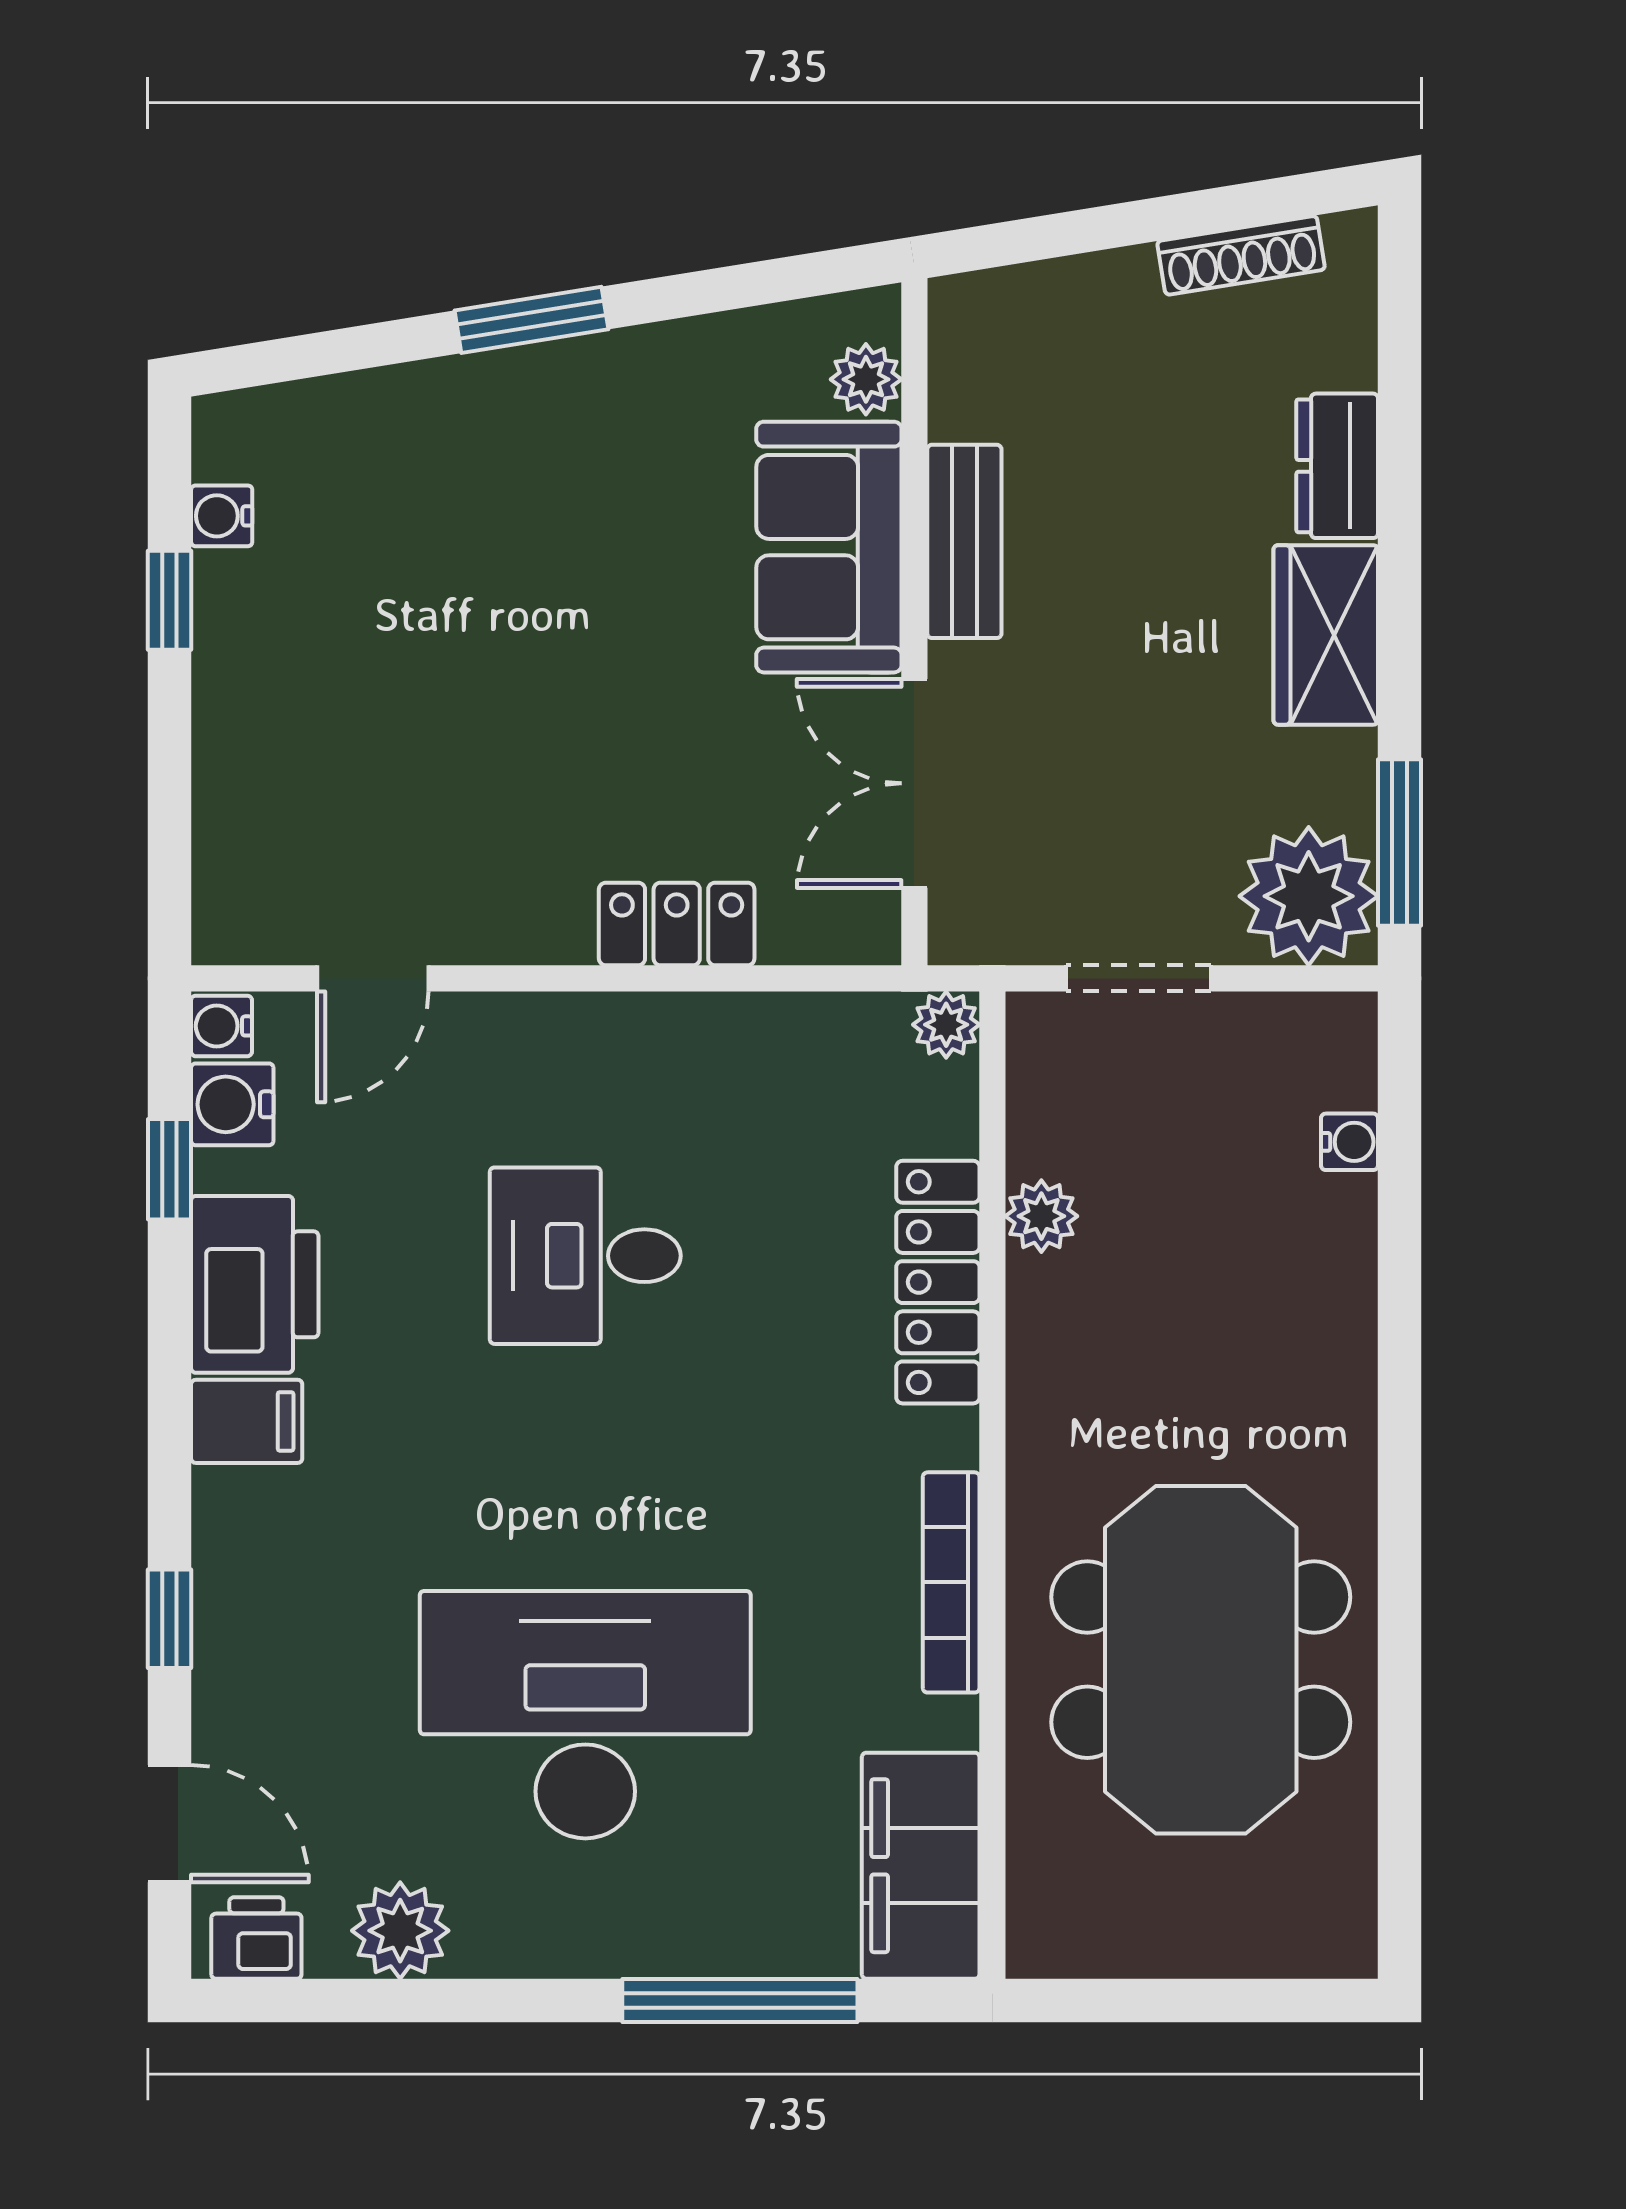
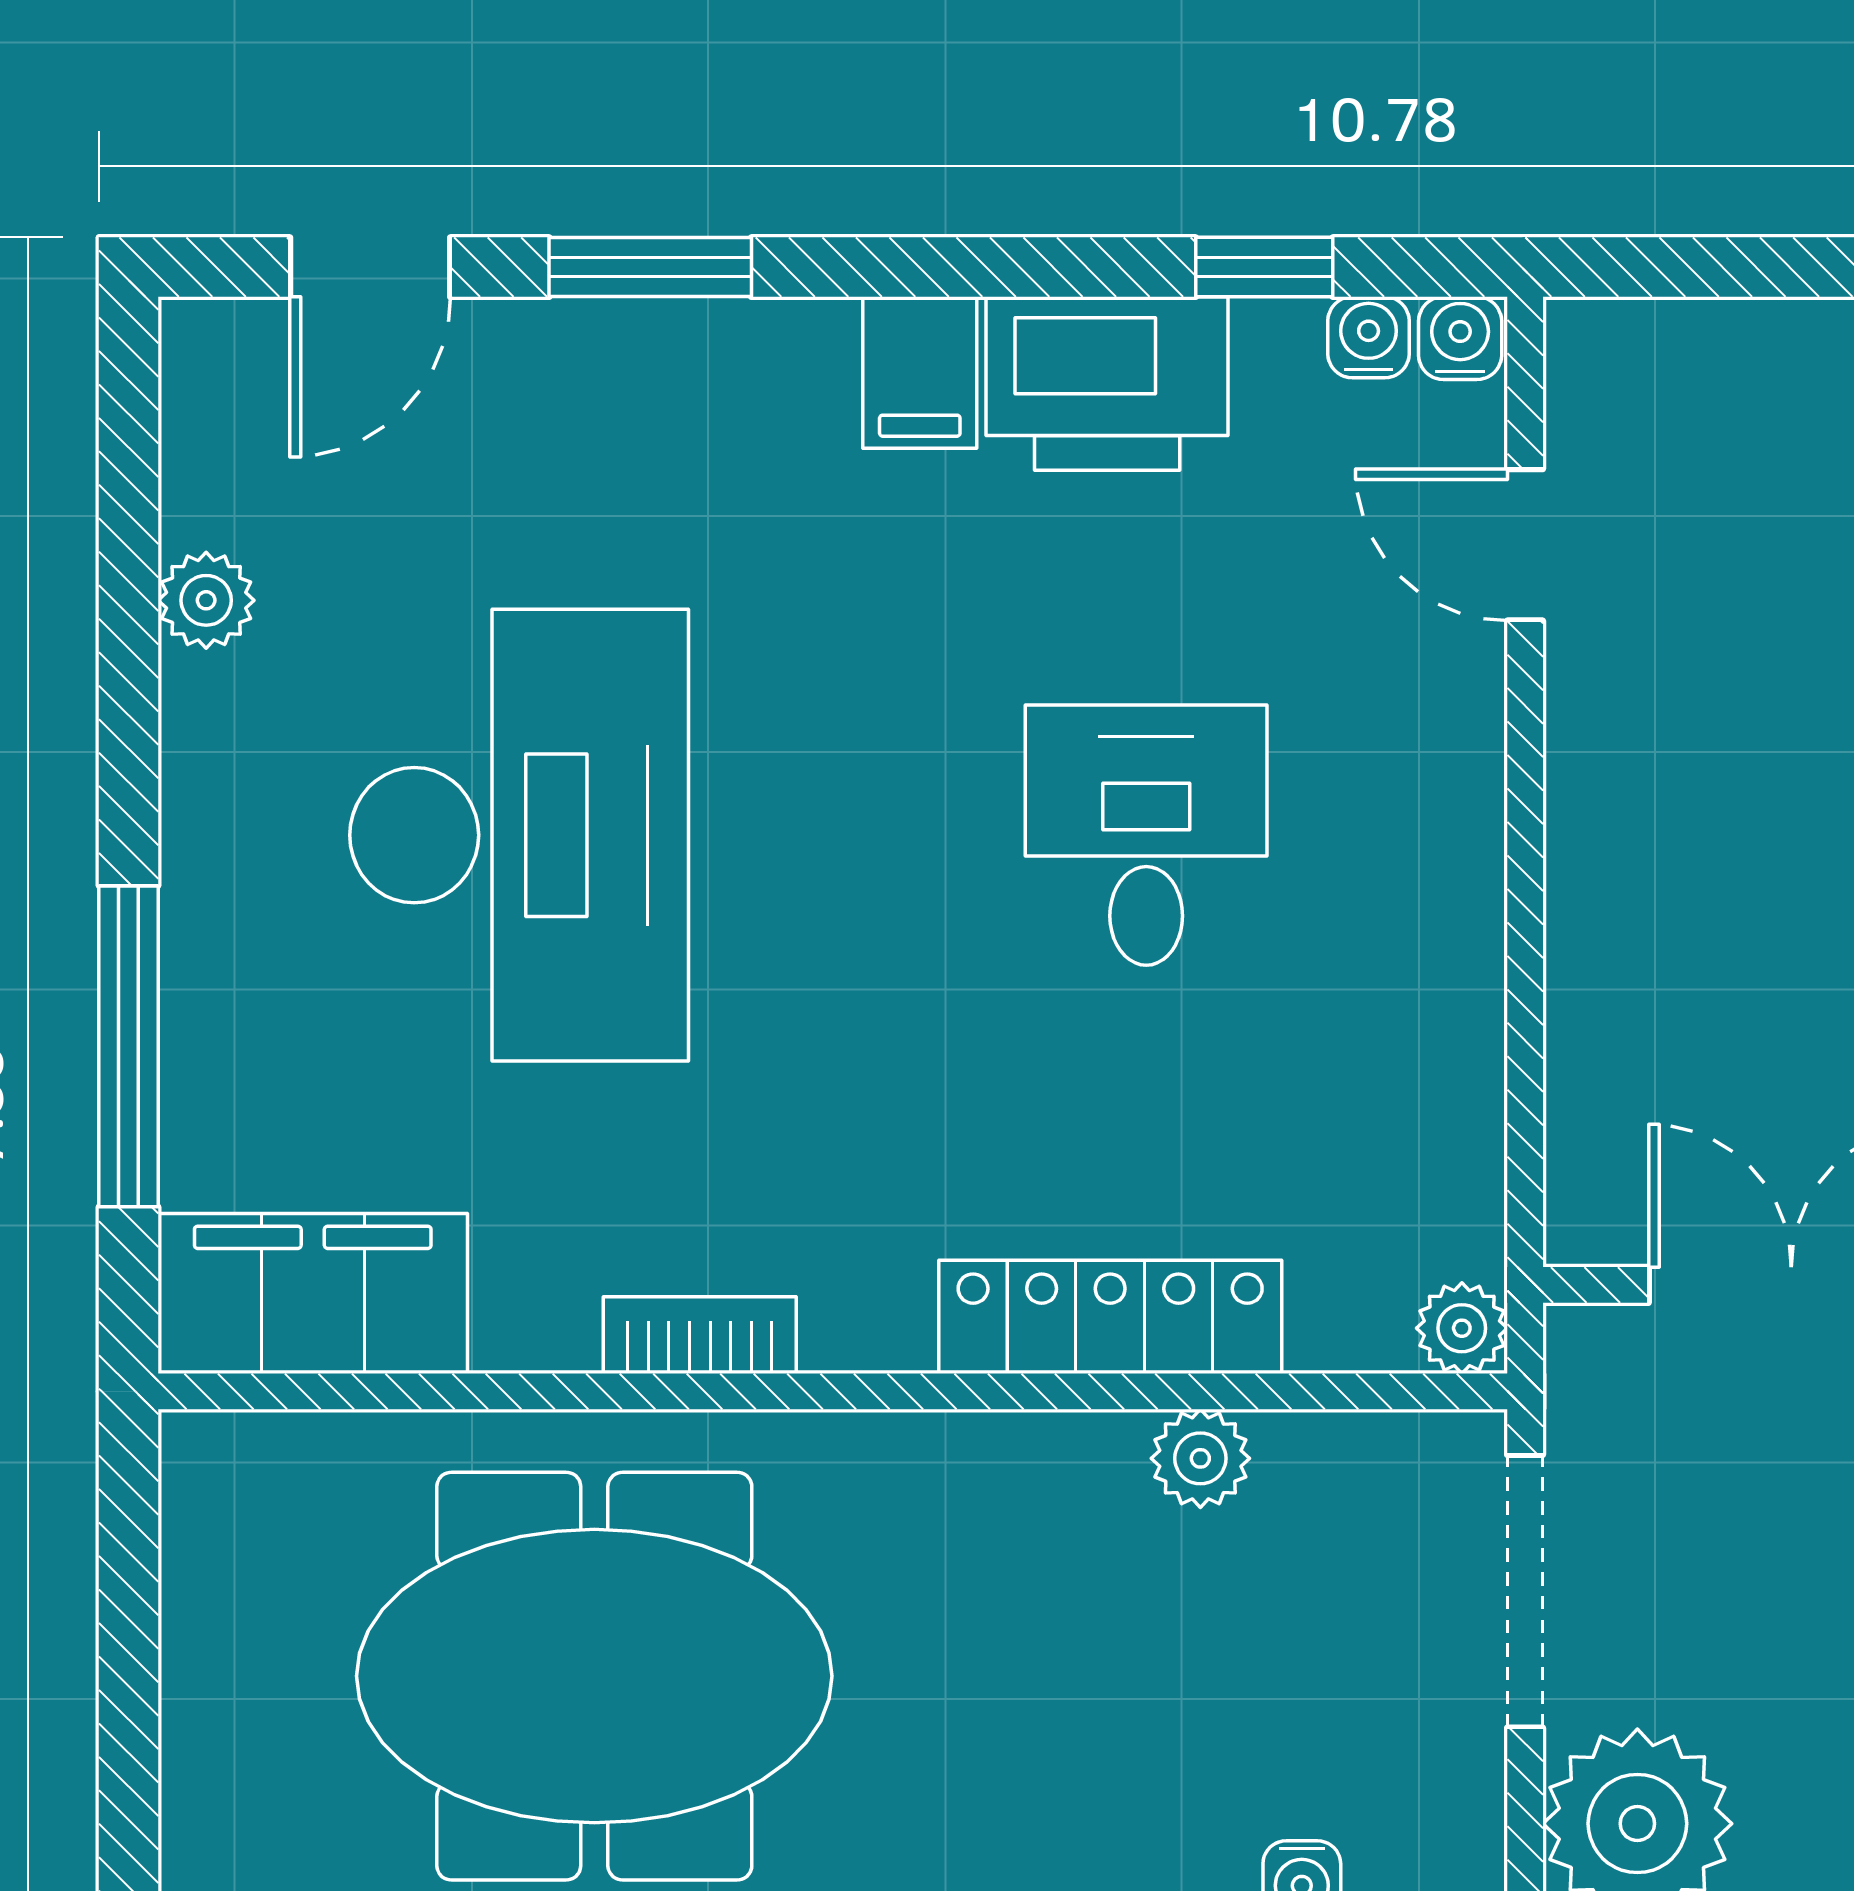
locker: (677, 924) -> (1599, 960), removed
doorway: (1139, 978) -> (1525, 1591), width x1.38
water cooler: (232, 1104) -> (1369, 337), width x0.72, depth x0.72
bookcase: (951, 1582) -> (700, 1335), width x0.64
window: (169, 1619) -> (650, 267), width x1.50
plant: (400, 1931) -> (206, 600), width x0.73, depth x0.73
printer: (256, 1938) -> (214, 386), removed

